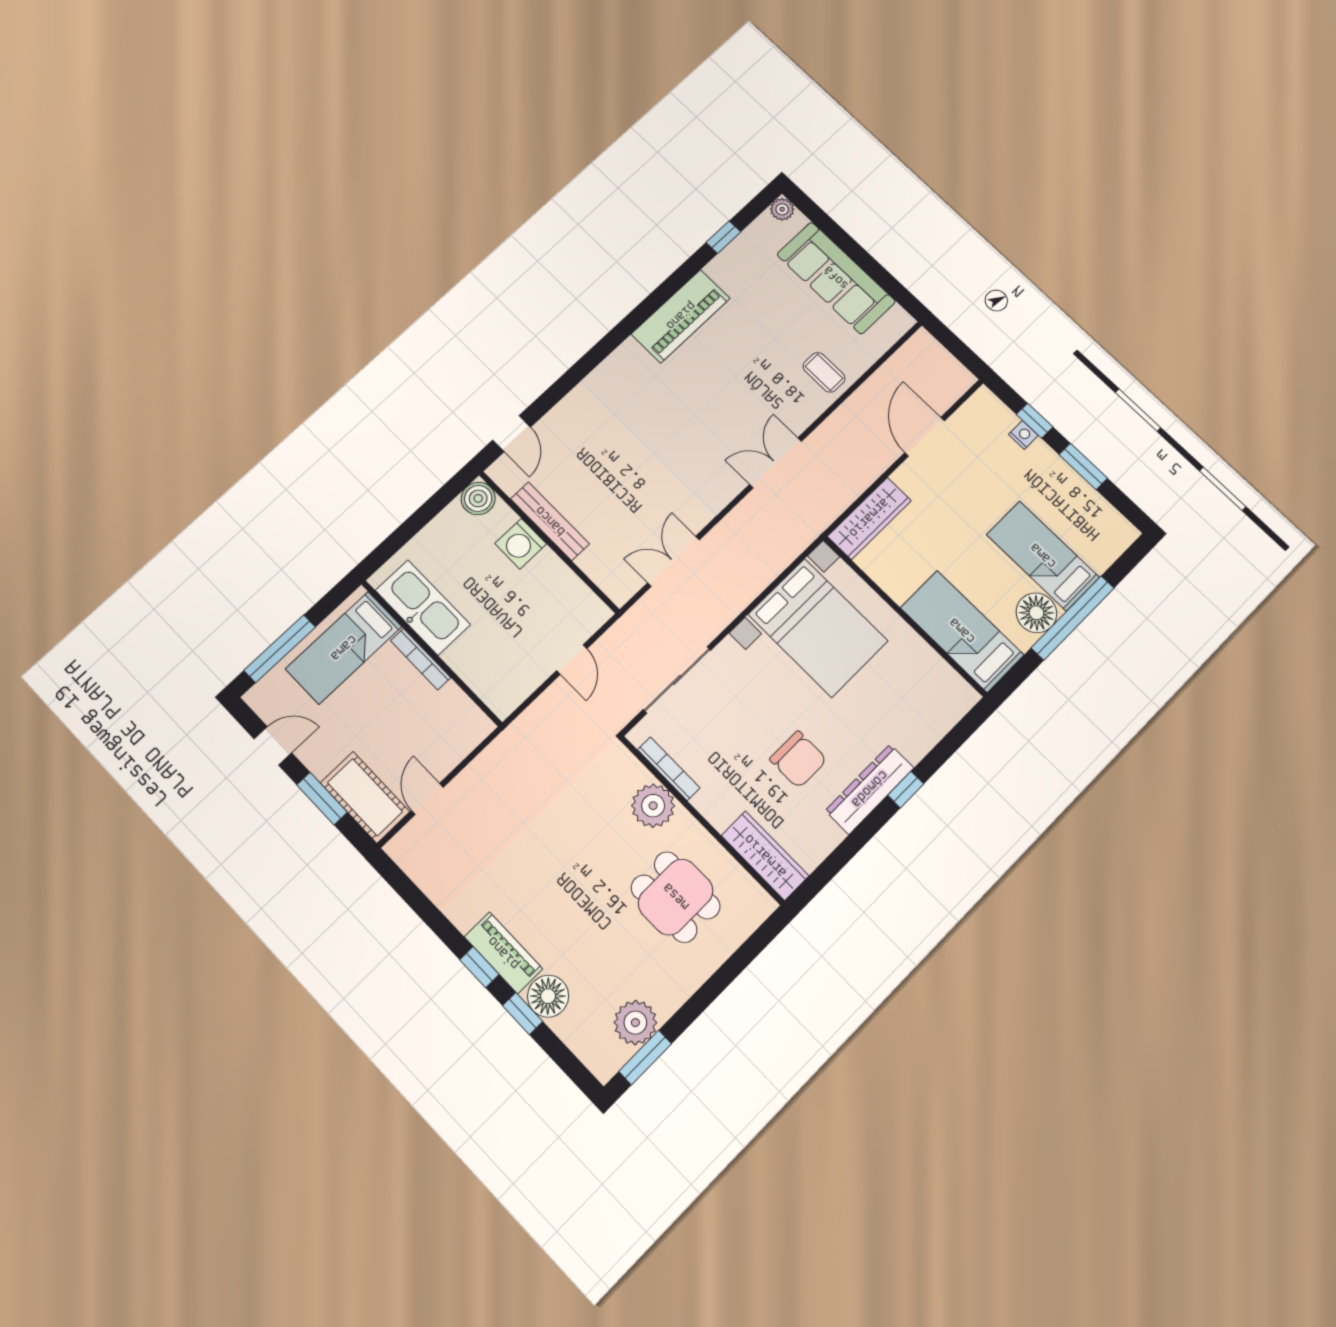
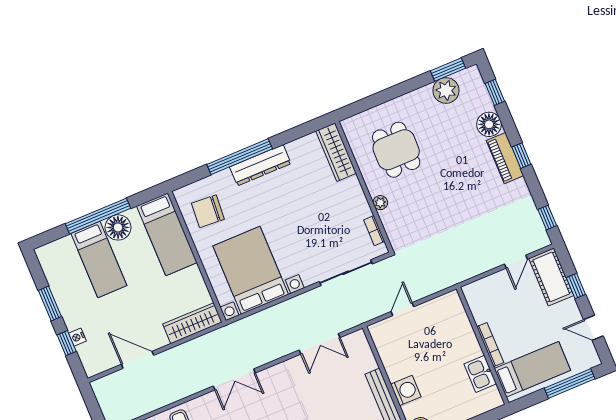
door: (925, 437) -> (138, 360), swing flipped
kitchen sink: (423, 608) -> (480, 374), width x0.53, depth x0.81
chair: (798, 759) -> (208, 211), moved, turned -86
bookcase: (669, 769) -> (374, 231), width x0.64
window: (906, 790) -> (240, 157), width x3.17
window: (322, 799) -> (576, 286), width x0.67
plant: (653, 806) -> (380, 203), width x0.53, depth x0.53
window: (404, 886) -> (547, 218), added
window: (523, 1014) -> (495, 92), moved

